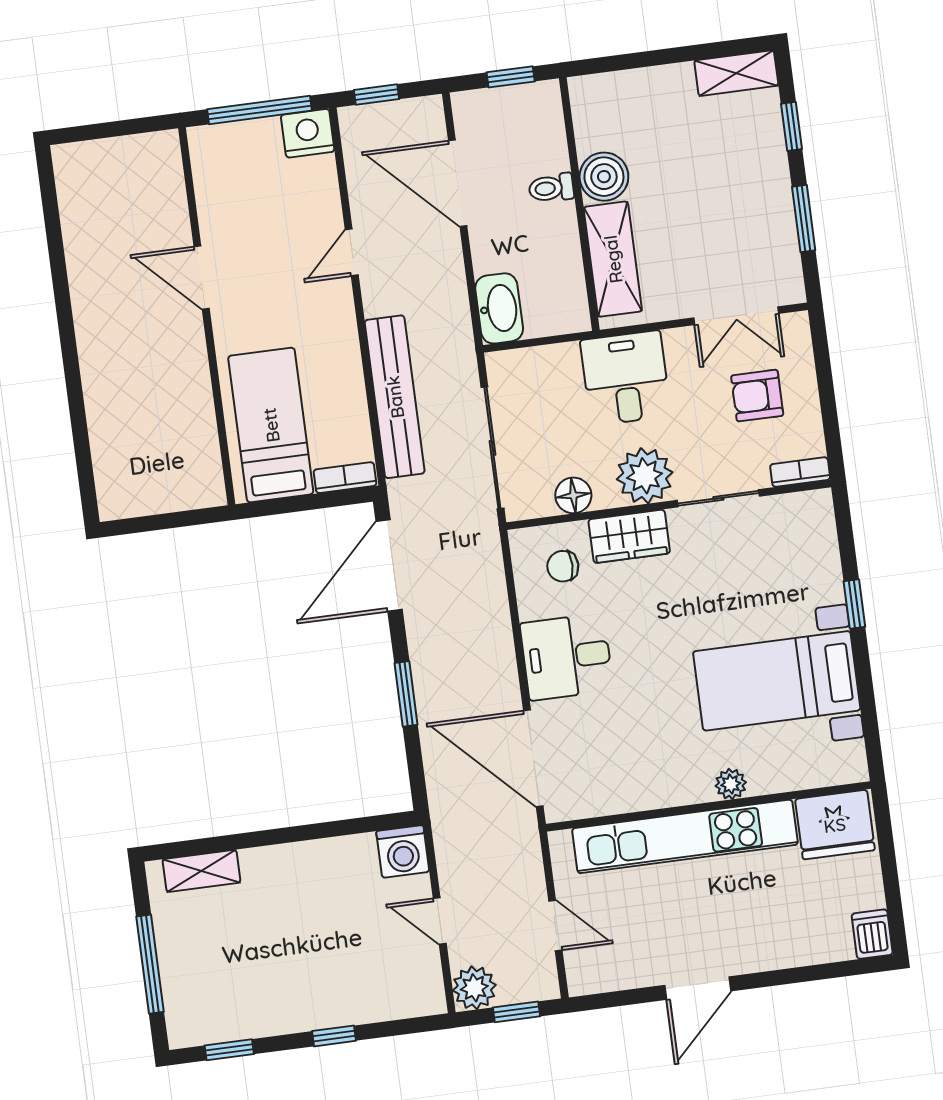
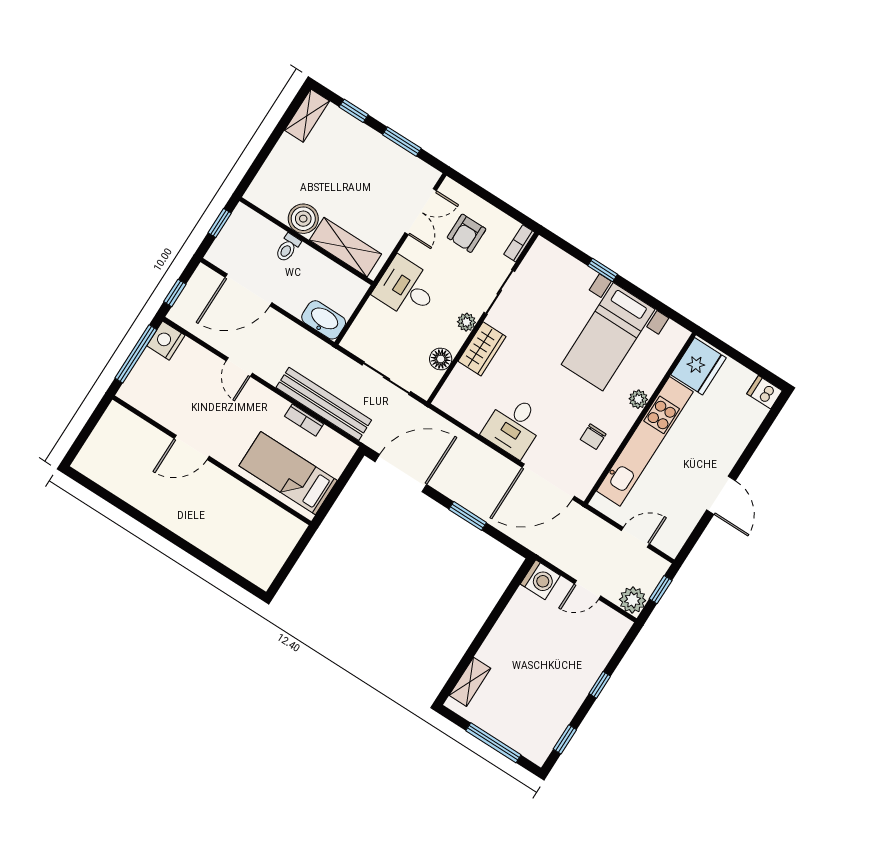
sliding door: (492, 448) -> (386, 378), width x0.73
plant: (645, 476) -> (466, 322), width x0.53, depth x0.53
bookcase: (345, 478) -> (304, 420), moved, turned -90
door: (389, 566) -> (401, 473), swing flipped
chair: (563, 566) -> (593, 437), moved

